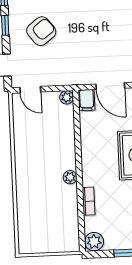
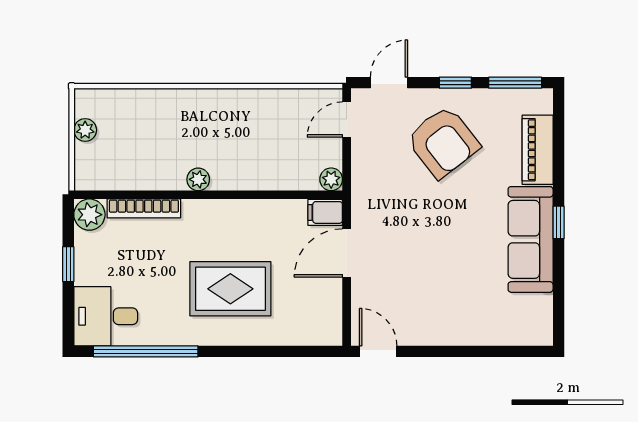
armchair: (41, 31) -> (443, 142), width x1.36, depth x1.36
bookcase: (89, 201) -> (144, 208), width x1.56
plant: (43, 246) -> (85, 130), added

